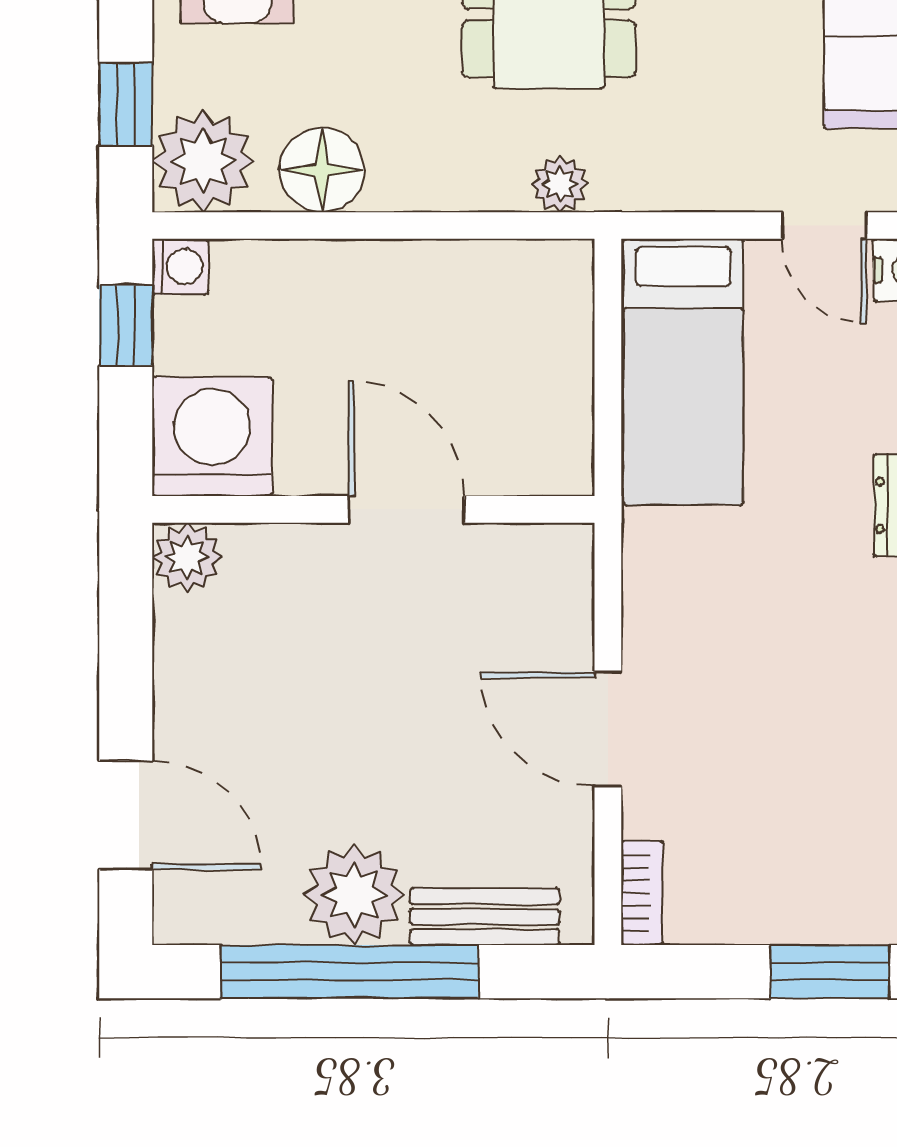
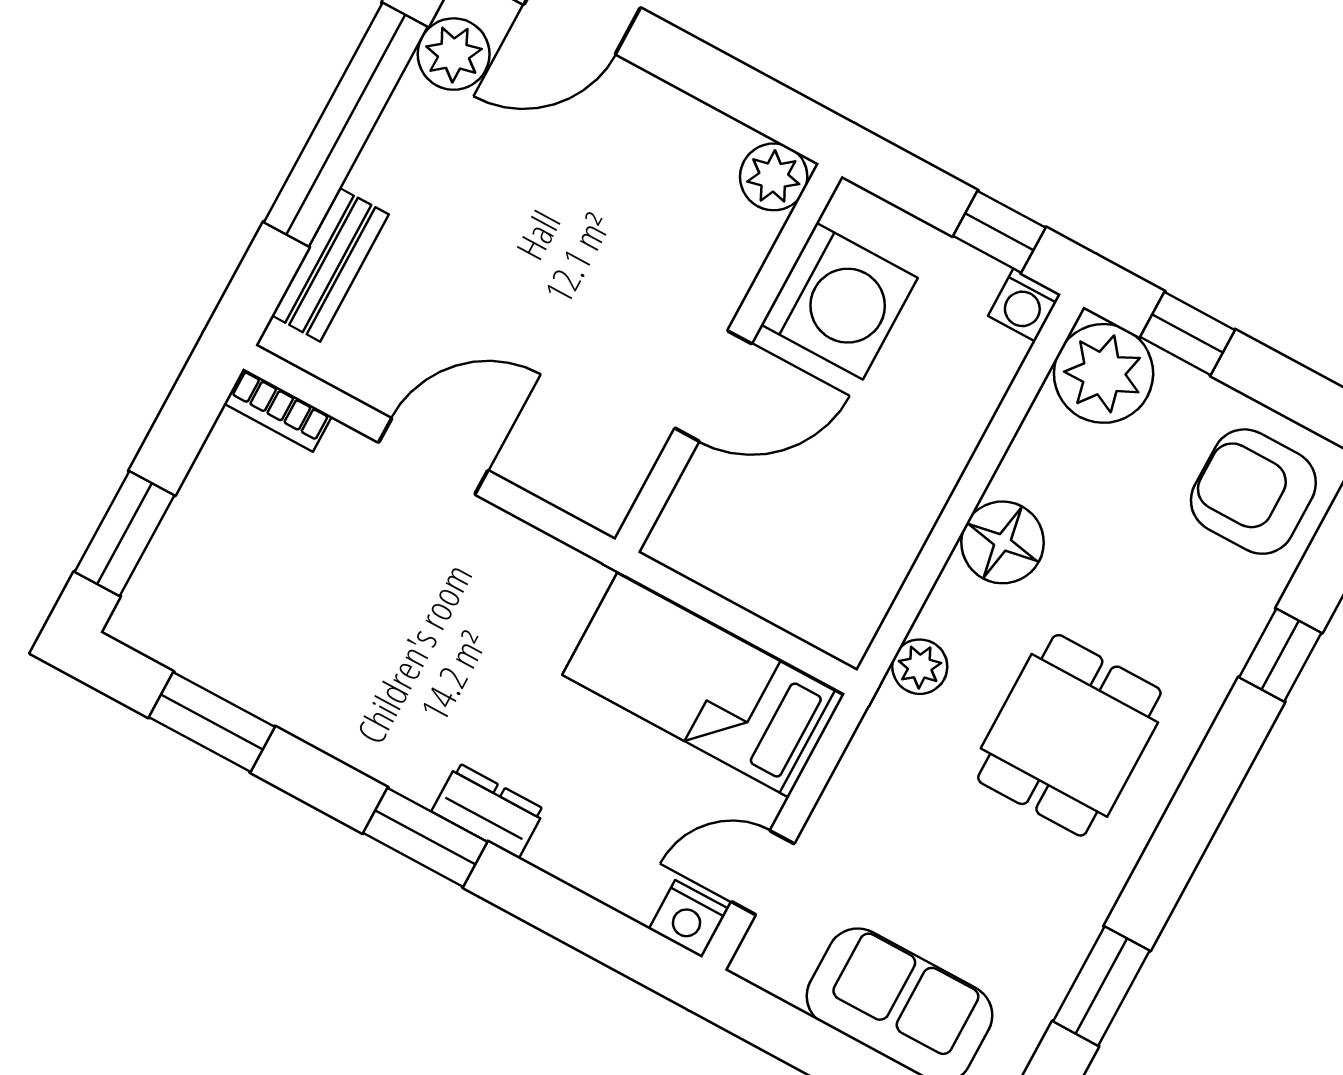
floor lamp: (322, 170) -> (1003, 542), moved
washing machine: (212, 436) -> (839, 301), moved
plant: (354, 895) -> (454, 54), moved, width x0.73, depth x0.73

